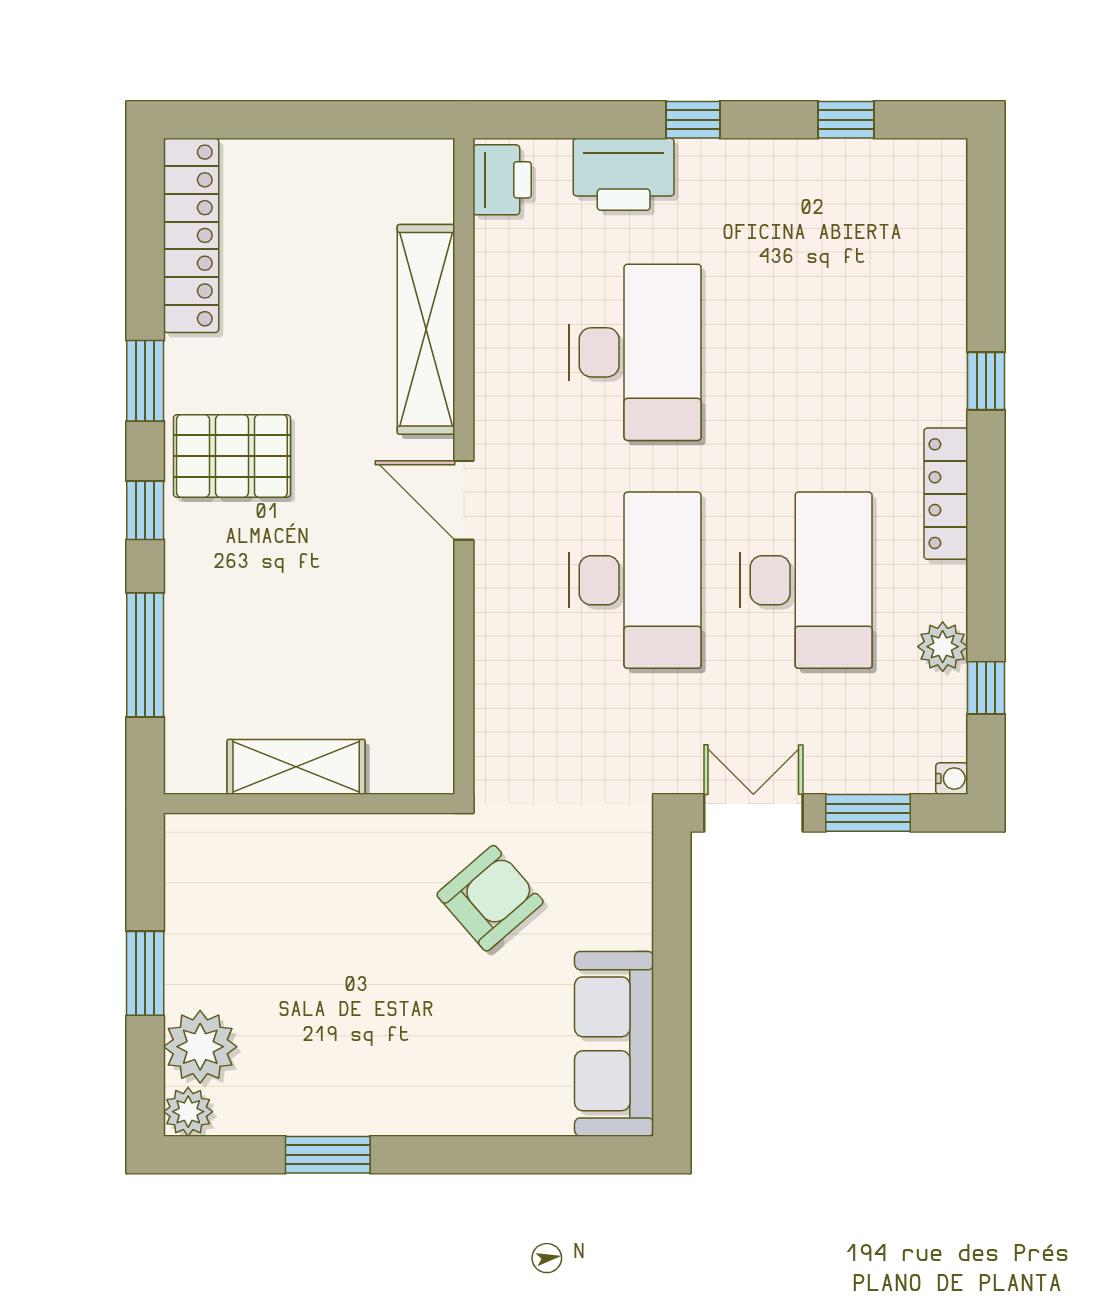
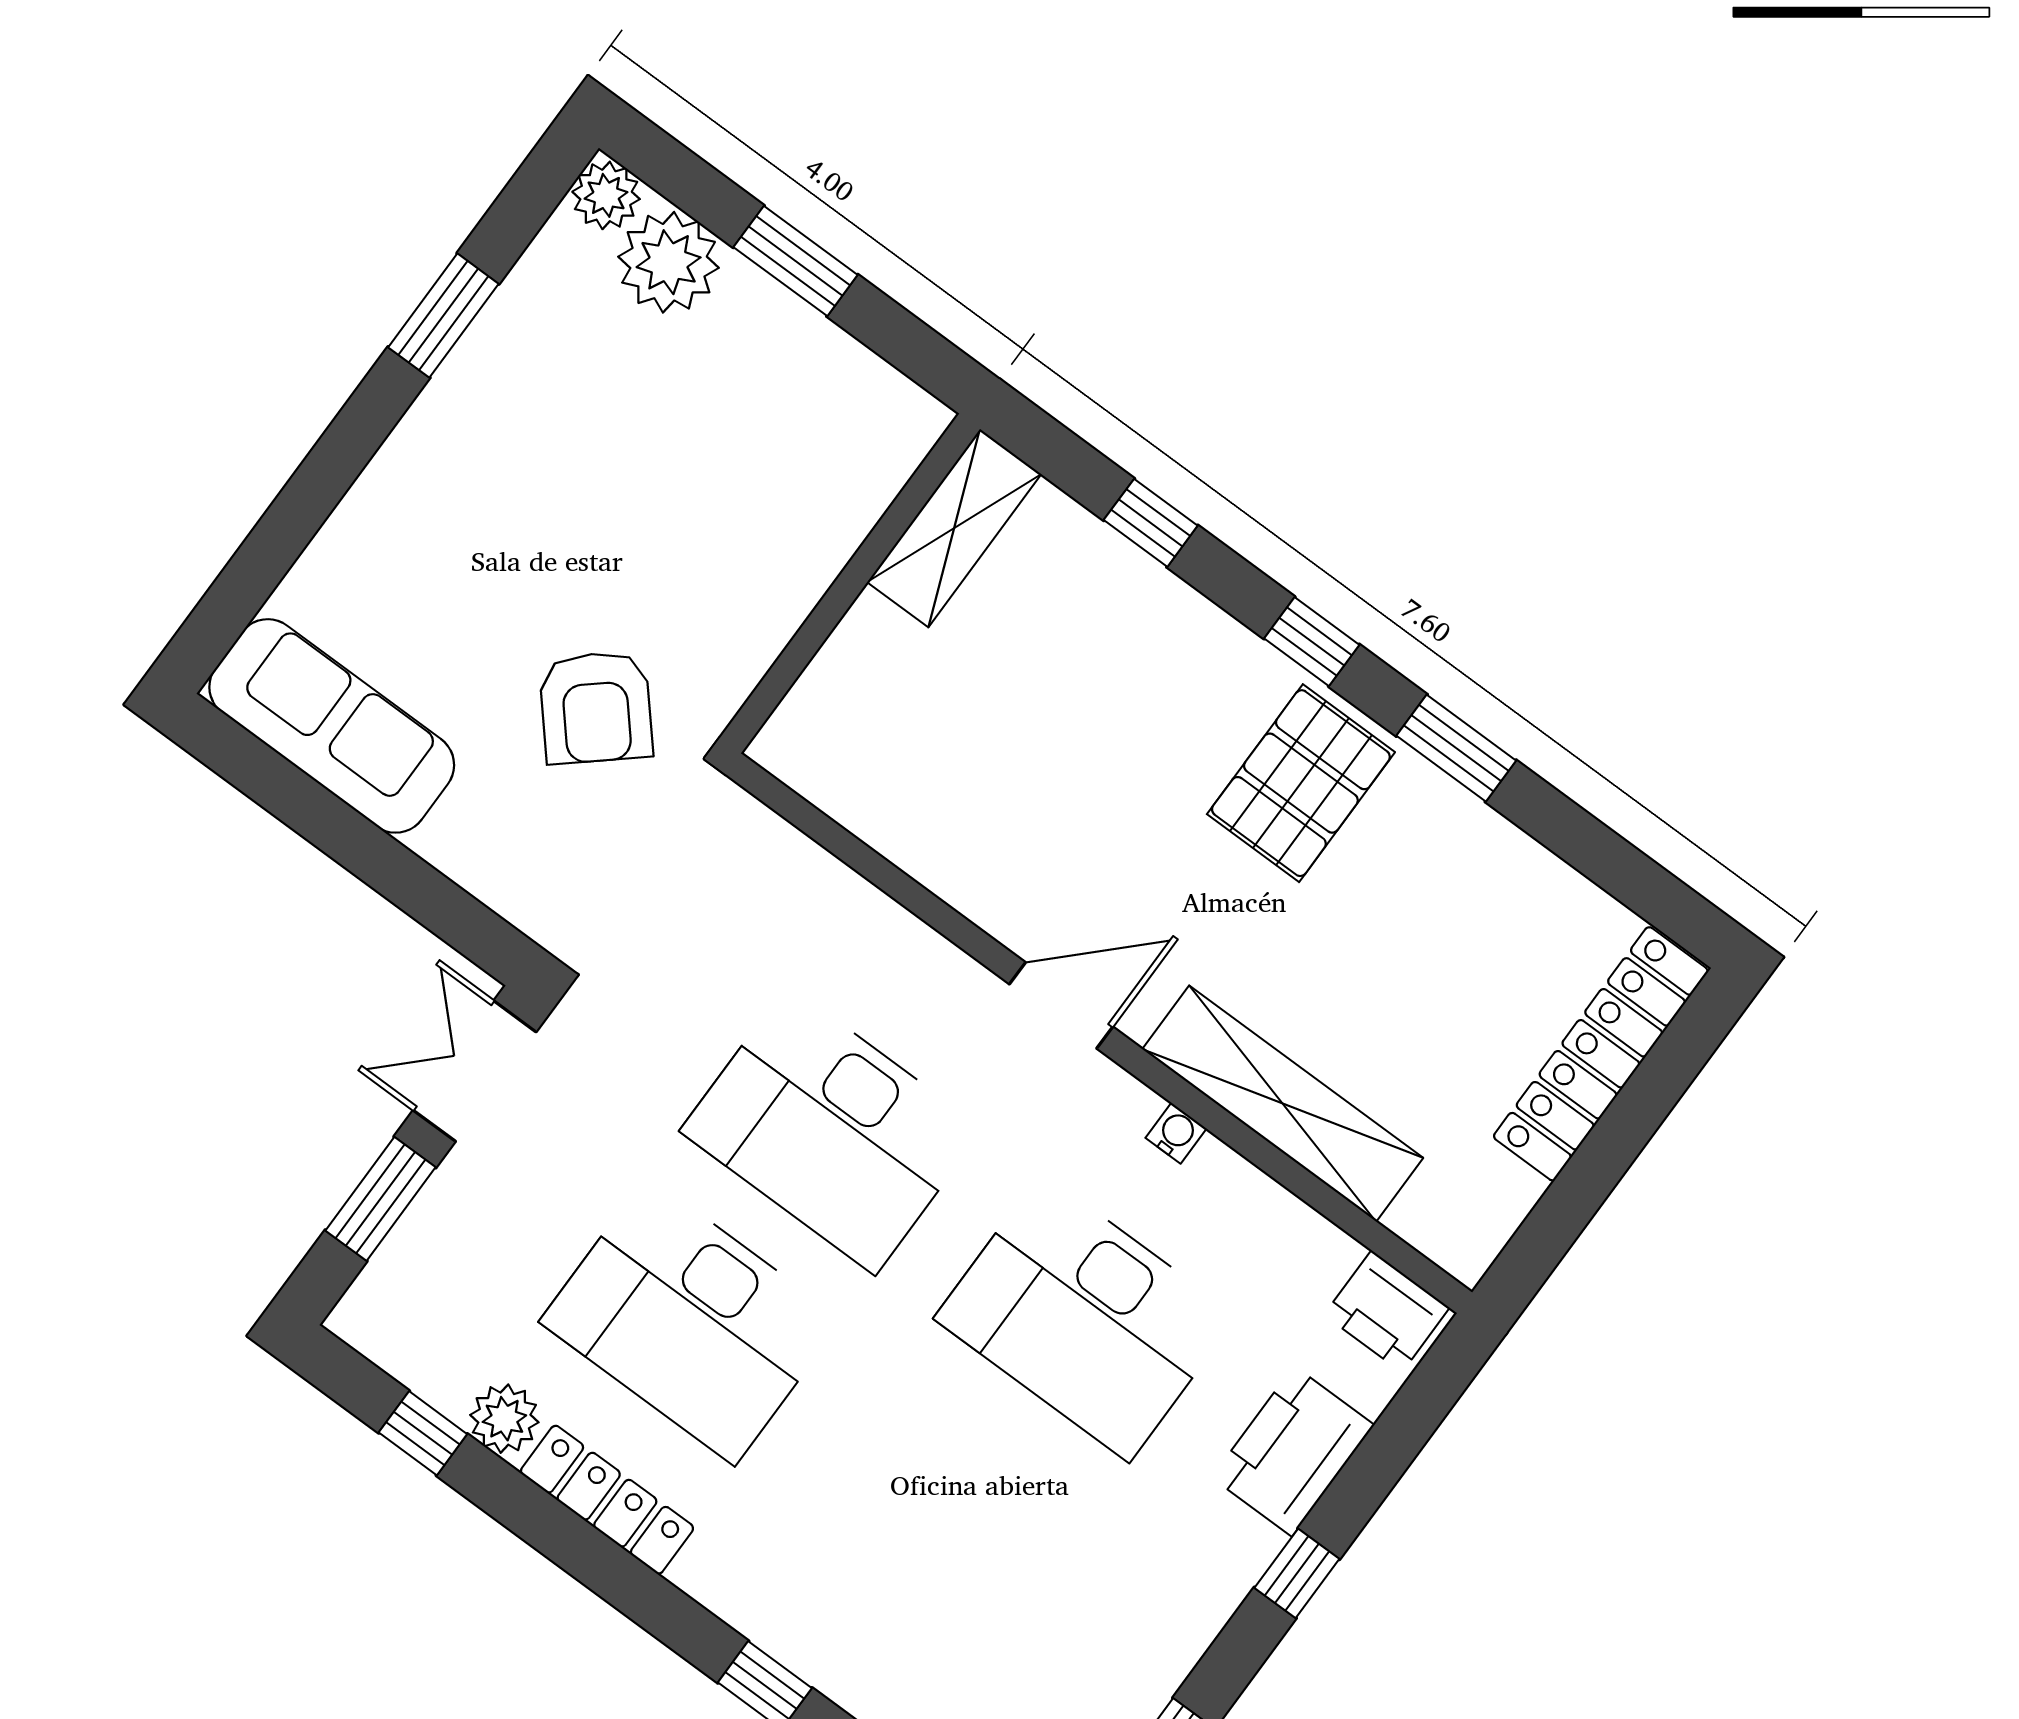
locker: (191, 235) -> (1601, 1054), moved, turned 90
locker: (946, 494) -> (607, 1500), moved
window: (145, 655) -> (1151, 523), width x0.46
shelving: (296, 767) -> (954, 528), moved
water cooler: (952, 779) -> (1176, 1133), moved, turned 180
double door: (753, 813) -> (475, 1071), swing flipped

